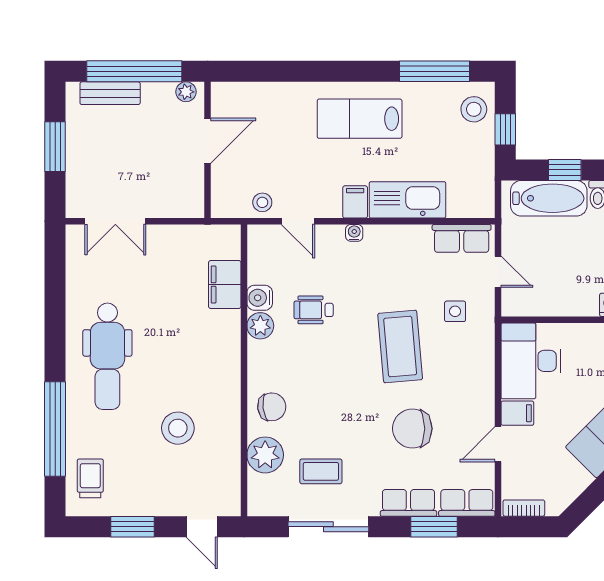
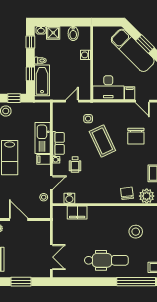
row of seats: (462, 238) -> (58, 143), moved
water cooler: (260, 298) -> (69, 198), moved
wheelchair: (314, 310) -> (75, 165), moved
plant: (260, 326) -> (94, 198), removed
coffee table: (400, 346) -> (102, 141), turned 70

